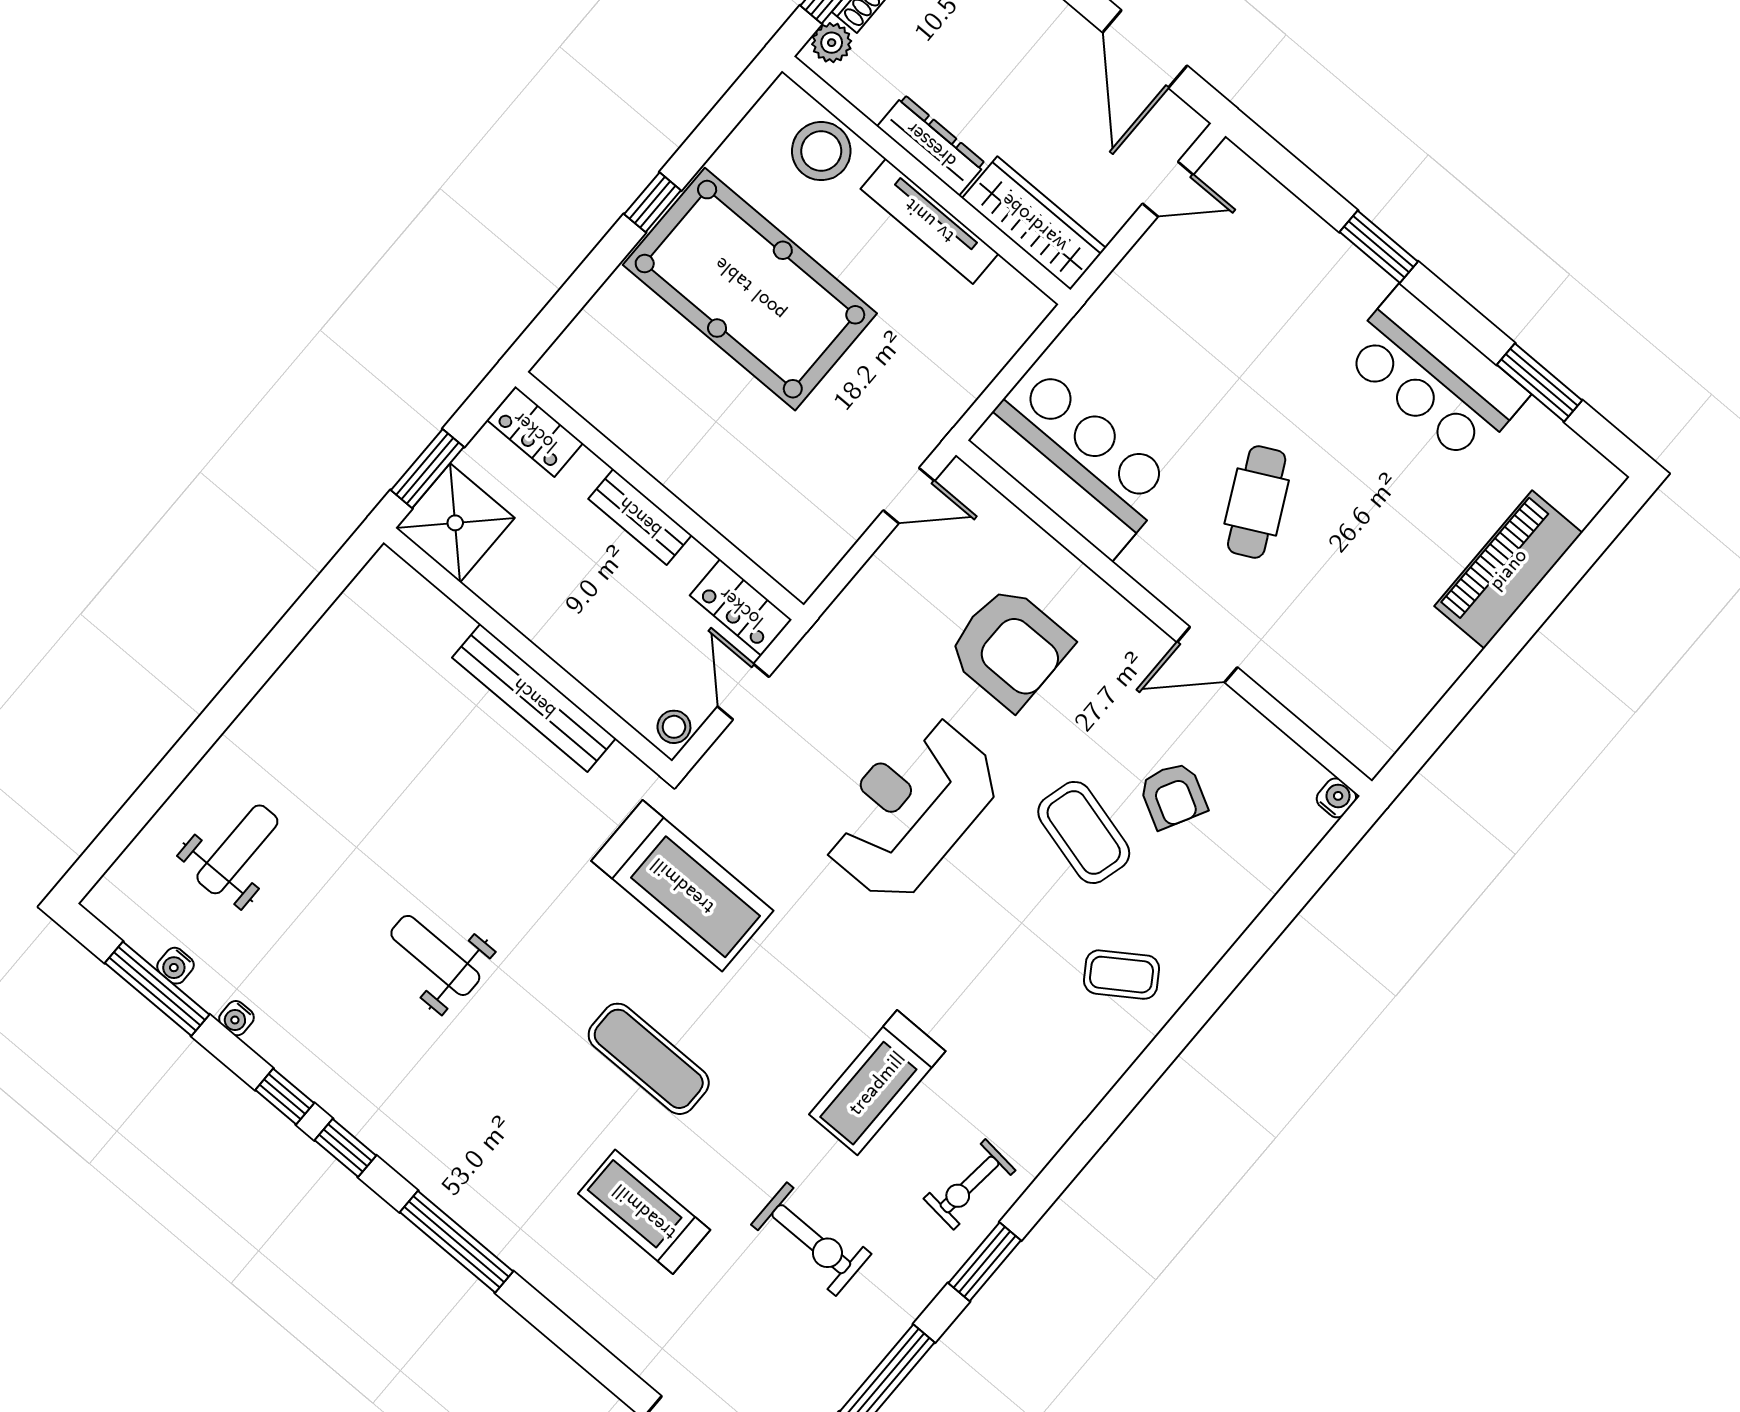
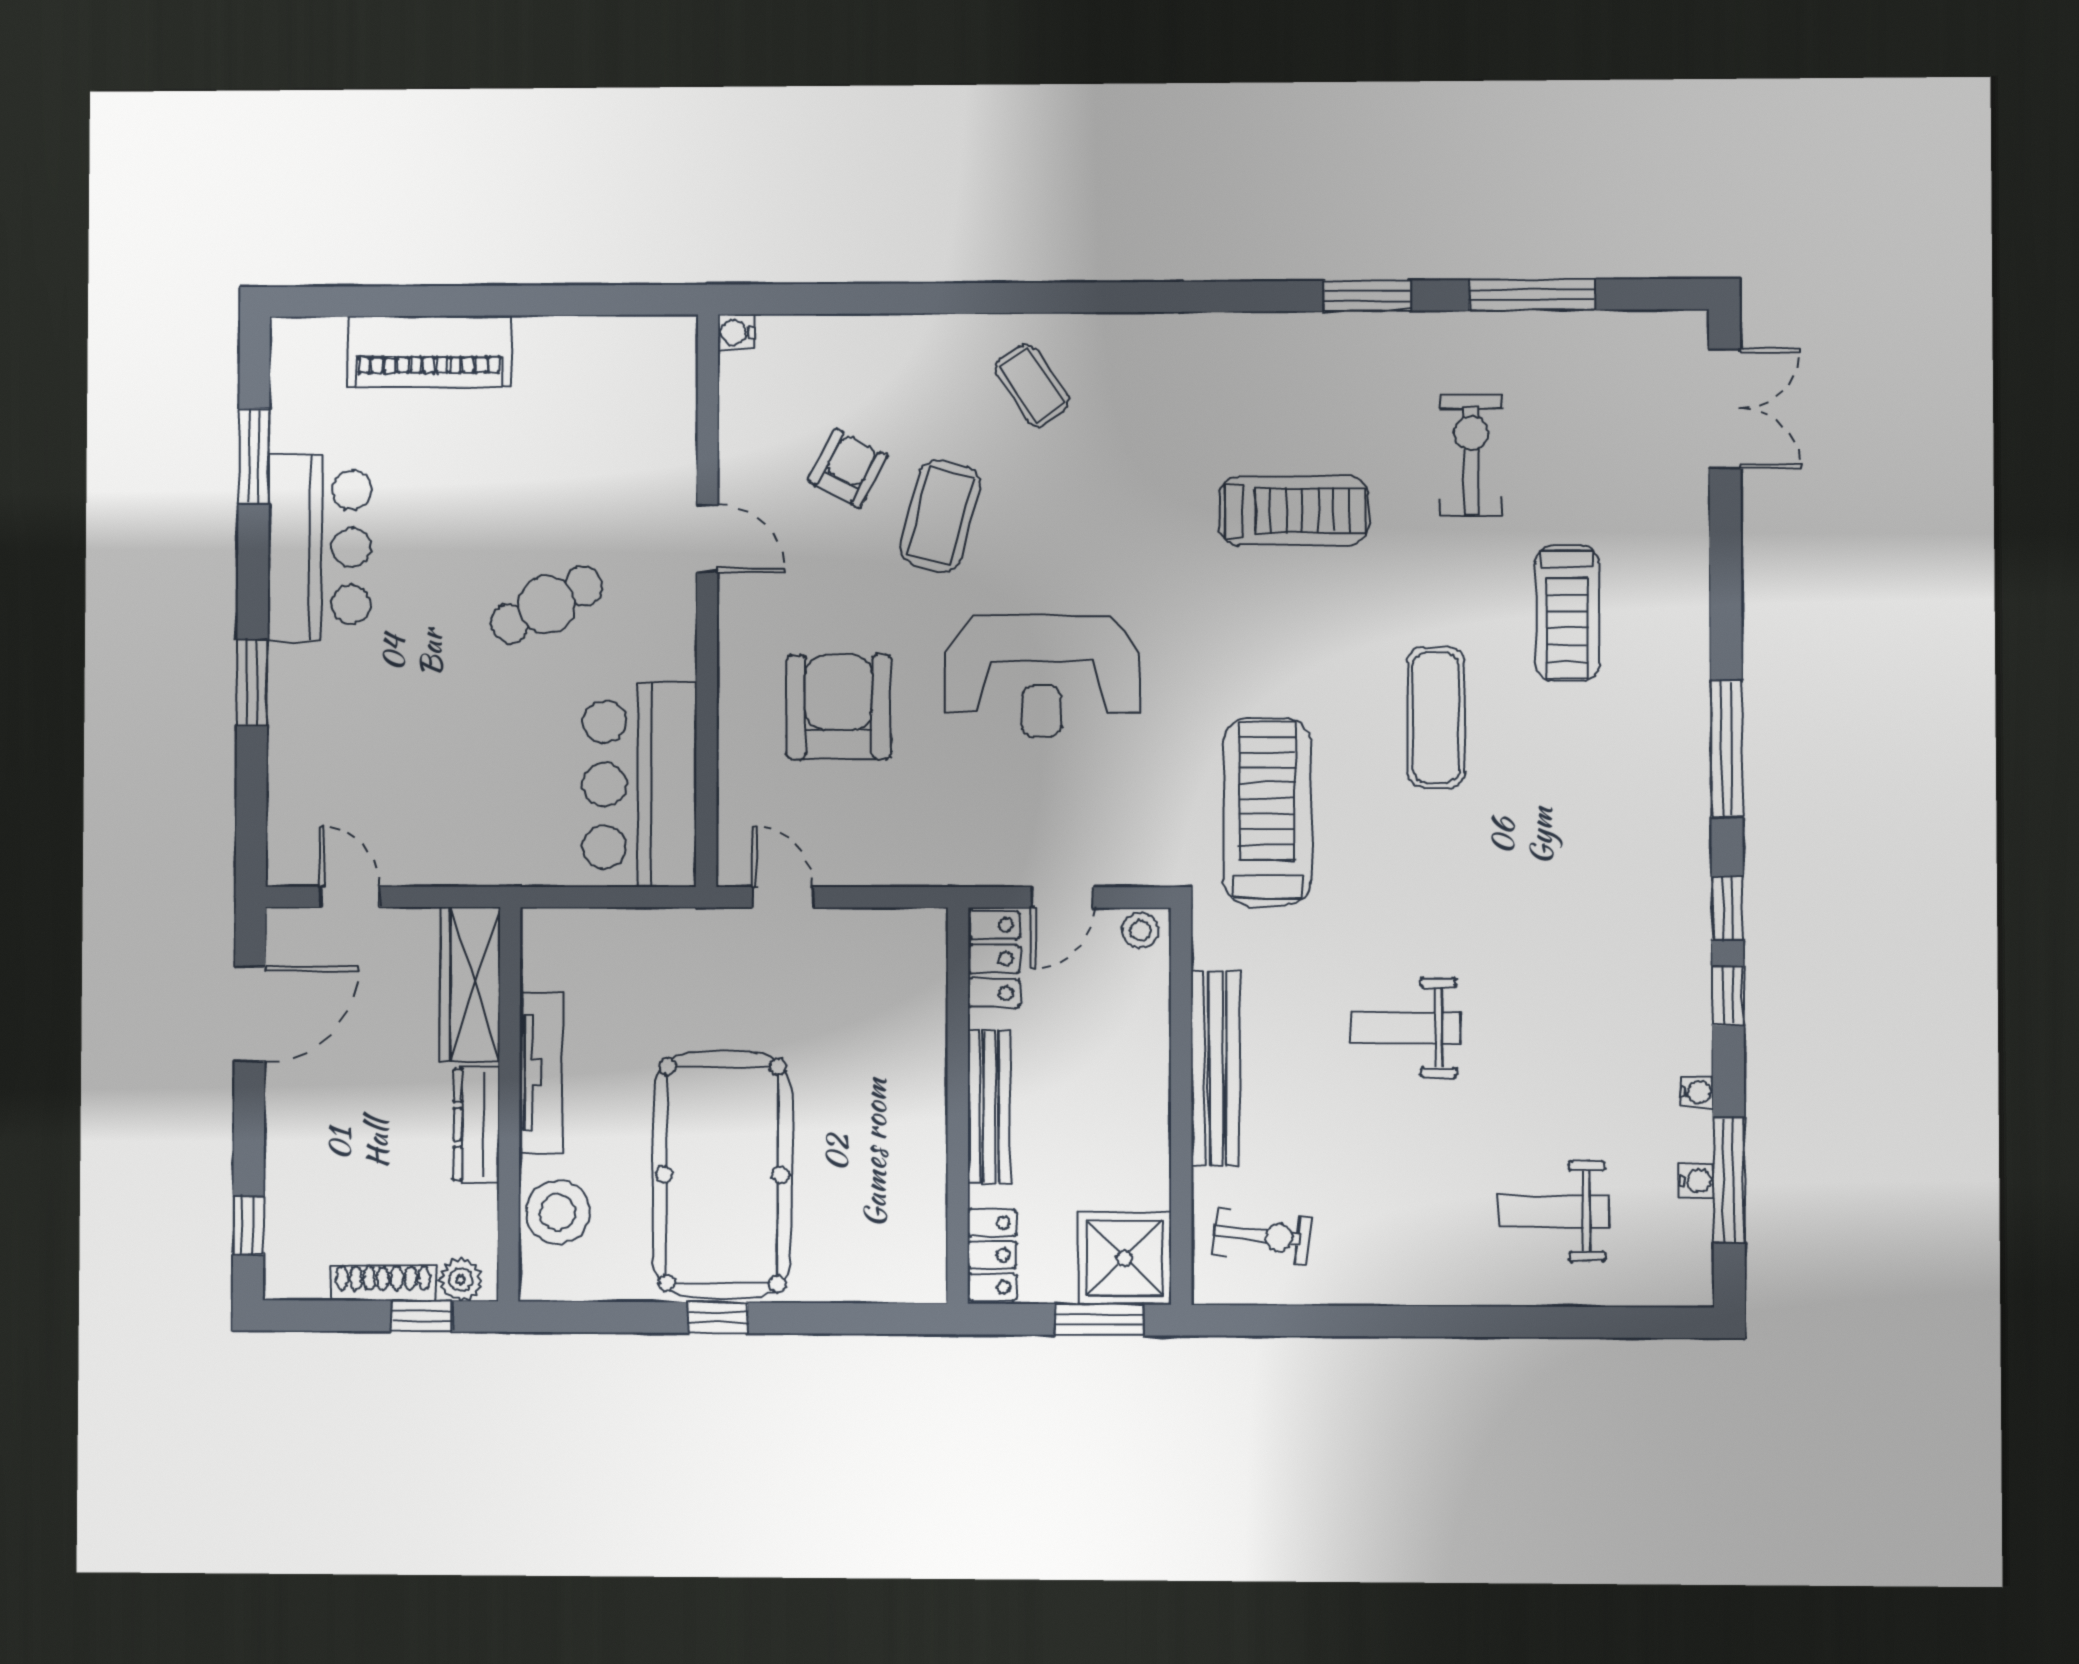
bench: (640, 517) -> (989, 1107), width x1.36
weight bench: (435, 955) -> (1406, 1027), moved, turned 90
exercise bike: (970, 1184) -> (1262, 1236), moved

